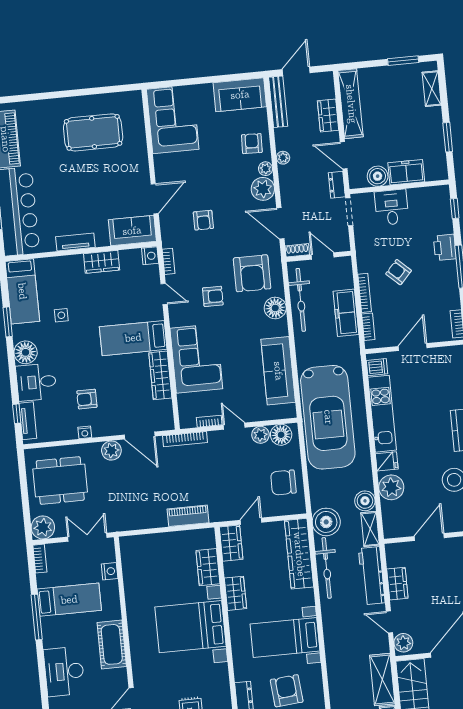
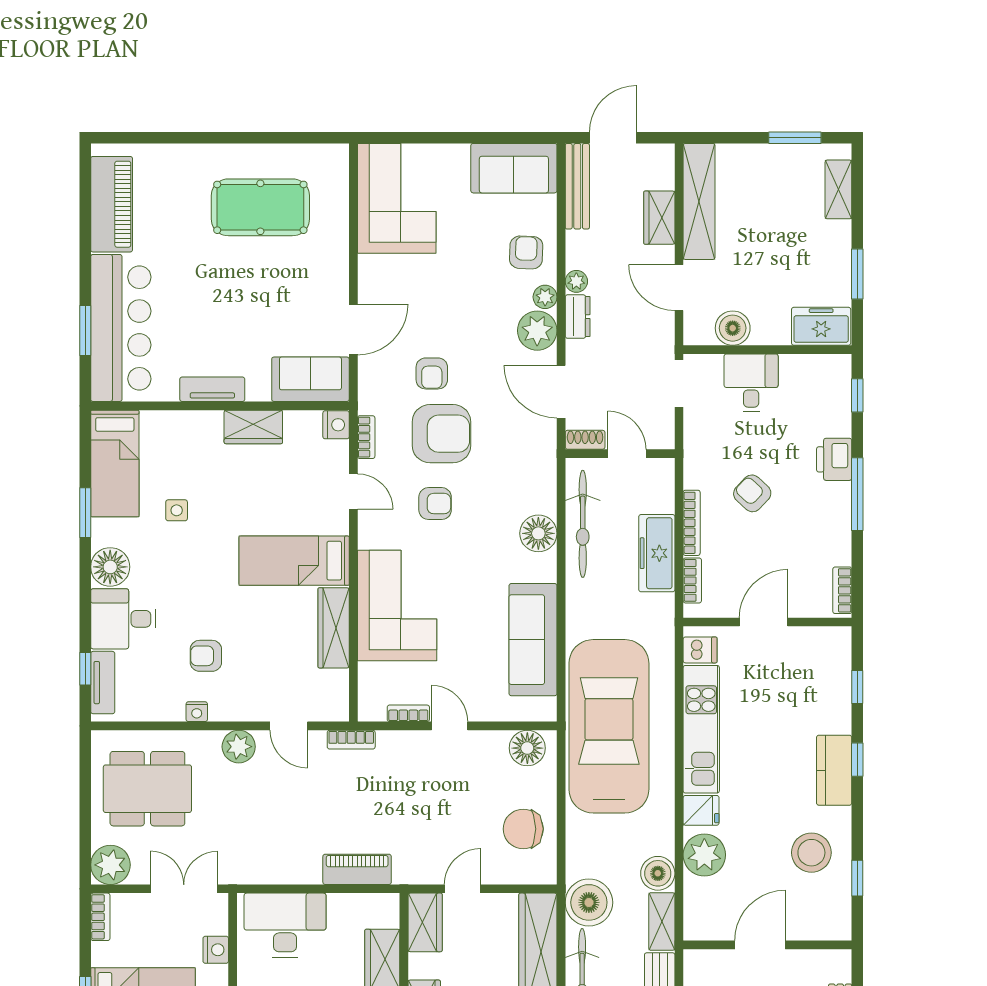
freezer: (406, 172) -> (821, 326), moved
dresser: (337, 185) -> (578, 317), moved, turned 180
armchair: (252, 273) -> (441, 434), moved, turned -90
car: (328, 417) -> (609, 726), turned 180
door: (140, 435) -> (289, 726), width x0.73
plant: (260, 435) -> (493, 745), removed
bookcase: (185, 439) -> (351, 740), width x0.64
desk: (149, 553) -> (285, 925), added

